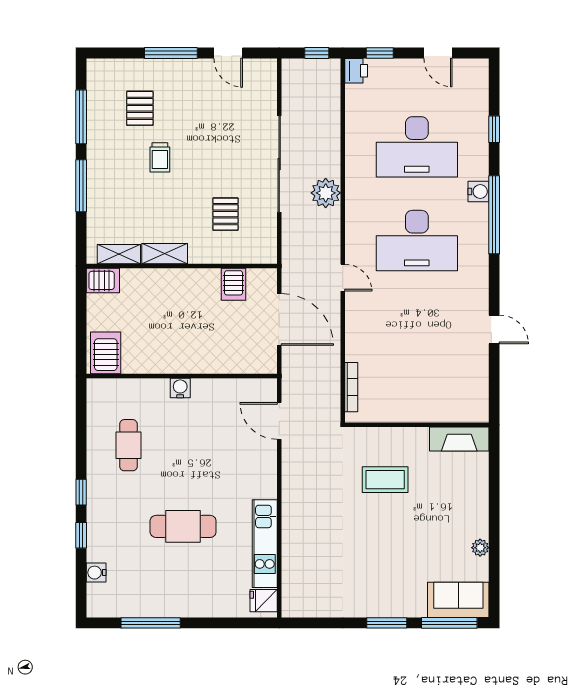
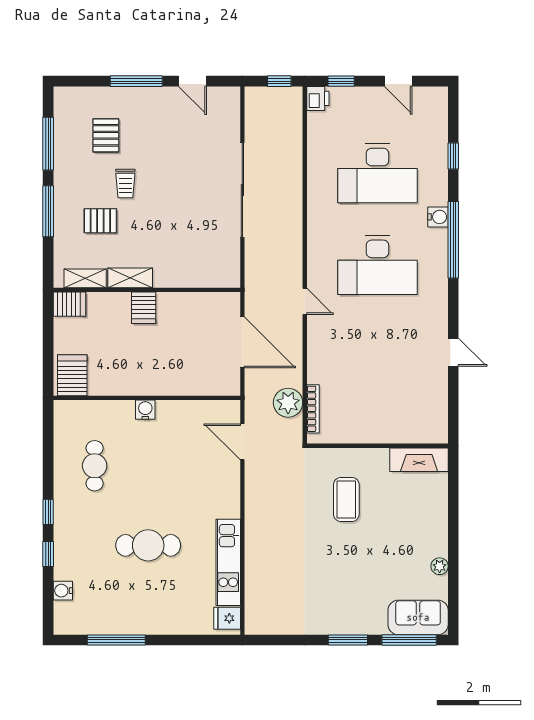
plant: (326, 193) -> (288, 403), moved
pallet: (225, 214) -> (100, 221), moved, turned 90
server rack: (234, 284) -> (144, 308), moved
coffee table: (385, 480) -> (346, 499), turned 90

